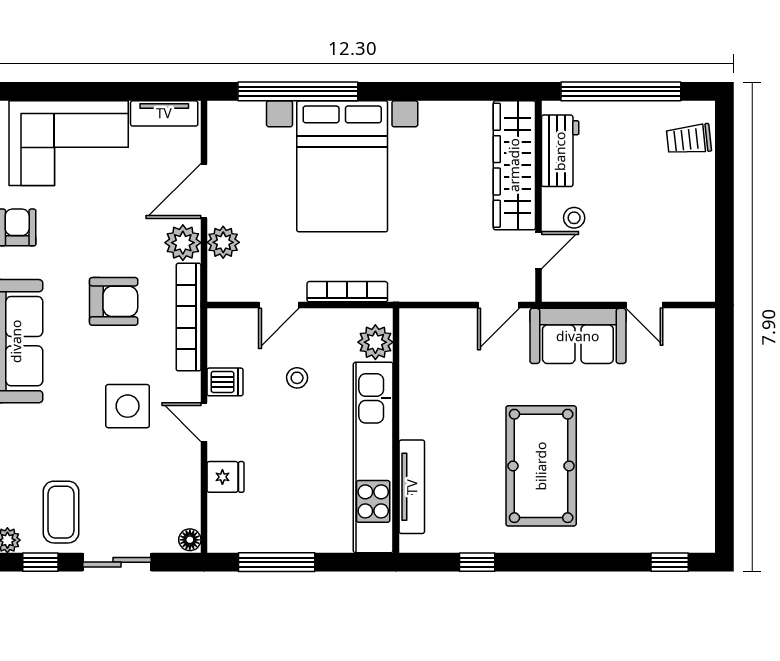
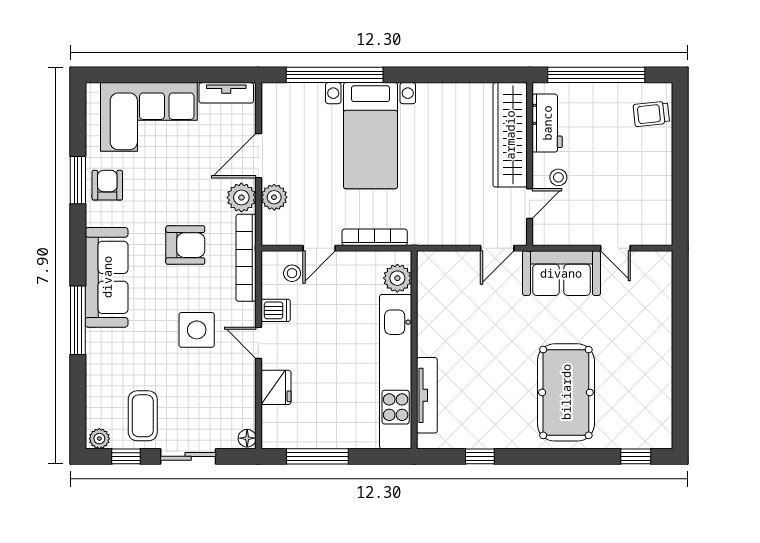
bed with nightstands: (342, 166) -> (371, 136), width x0.73
stool: (297, 378) -> (292, 273), moved
pool table: (541, 466) -> (566, 392), moved
fridge: (225, 477) -> (276, 387), width x1.38

